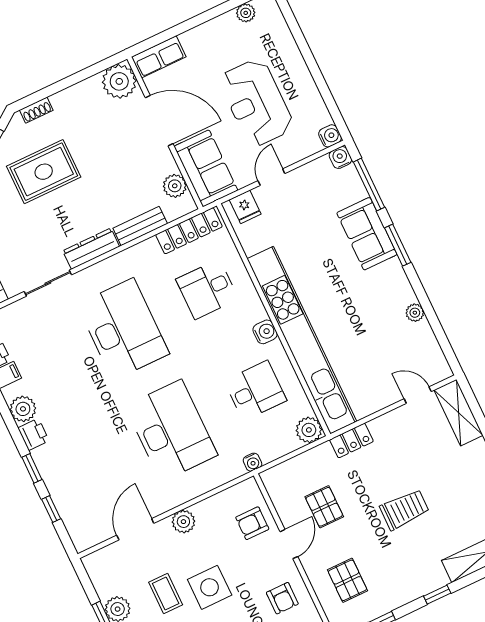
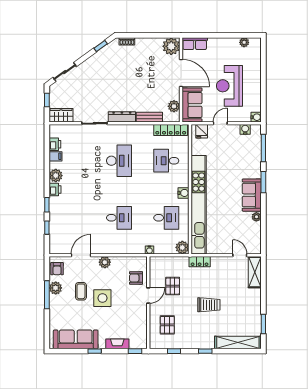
water cooler: (340, 158) -> (245, 129), moved
rug: (44, 172) -> (117, 71), removed
sofa: (367, 234) -> (252, 195), moved
desk: (123, 329) -> (119, 161), width x0.73, depth x0.77
desk: (171, 431) -> (119, 218), width x0.53, depth x0.77
armchair: (282, 598) -> (57, 269), moved

